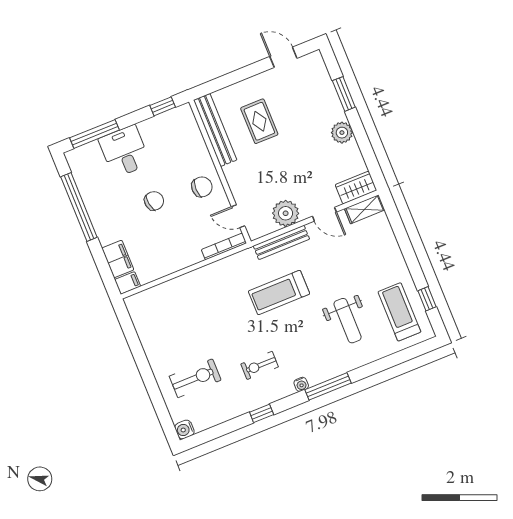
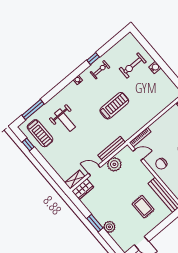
window: (344, 94) -> (95, 223), moved
plant: (342, 133) -> (109, 227), moved
treadmill: (279, 292) -> (114, 106), moved
weight bench: (348, 321) -> (65, 120), turned 180
exercise bike: (260, 365) -> (100, 70), moved
window: (328, 386) -> (33, 110), moved
water cooler: (184, 429) -> (155, 67), moved

